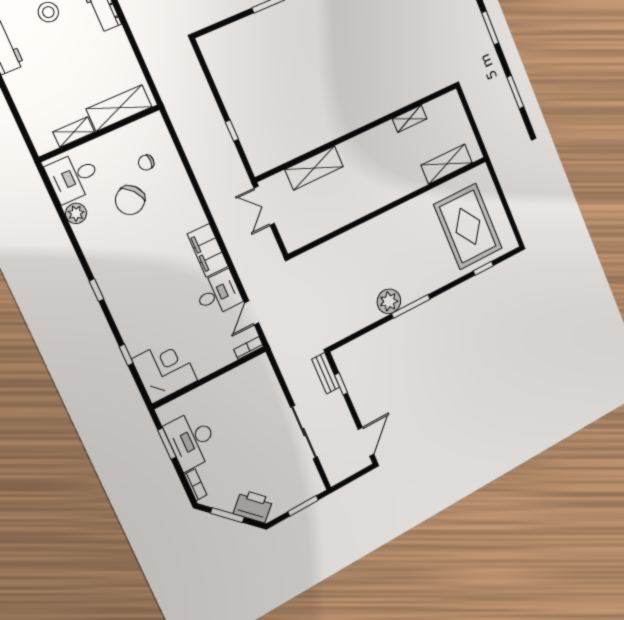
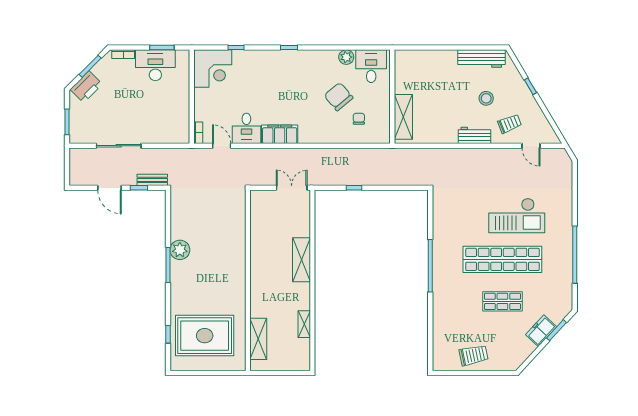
shelving: (74, 132) -> (401, 80), removed
shelving: (314, 168) -> (301, 260), moved
door: (366, 442) -> (110, 188), moved

